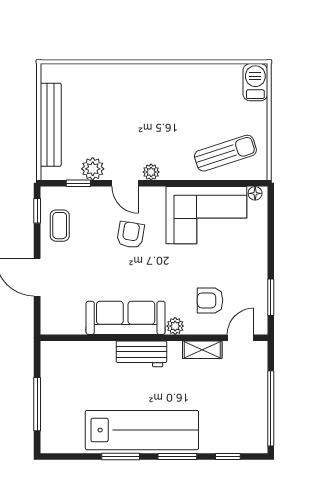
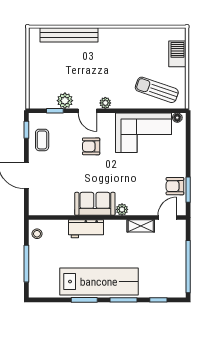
barbecue: (255, 82) -> (177, 54), moved
bench: (51, 125) -> (69, 35), moved, turned 90
sun lounger: (225, 153) -> (157, 90), turned -143
armchair: (131, 235) -> (91, 146), turned -99
armchair: (210, 300) -> (175, 186), moved
sofa: (126, 318) -> (95, 204), width x0.73
workbench: (141, 354) -> (86, 229), moved
stool: (52, 361) -> (37, 234), added

